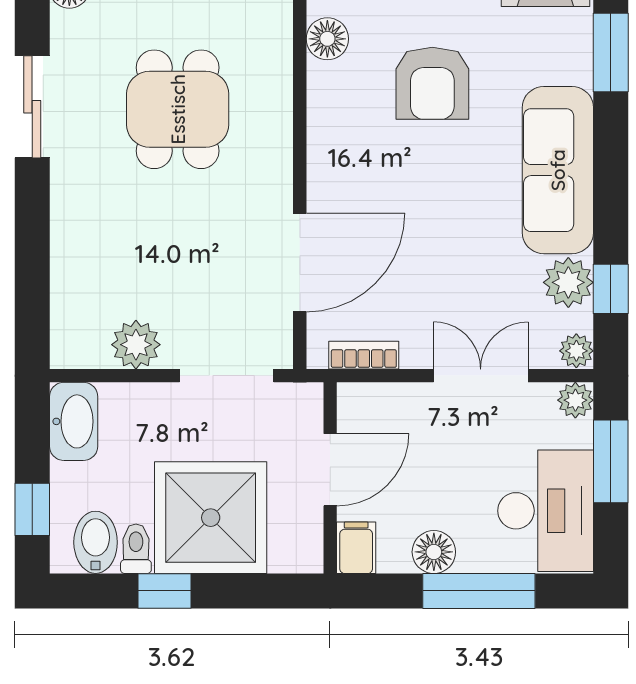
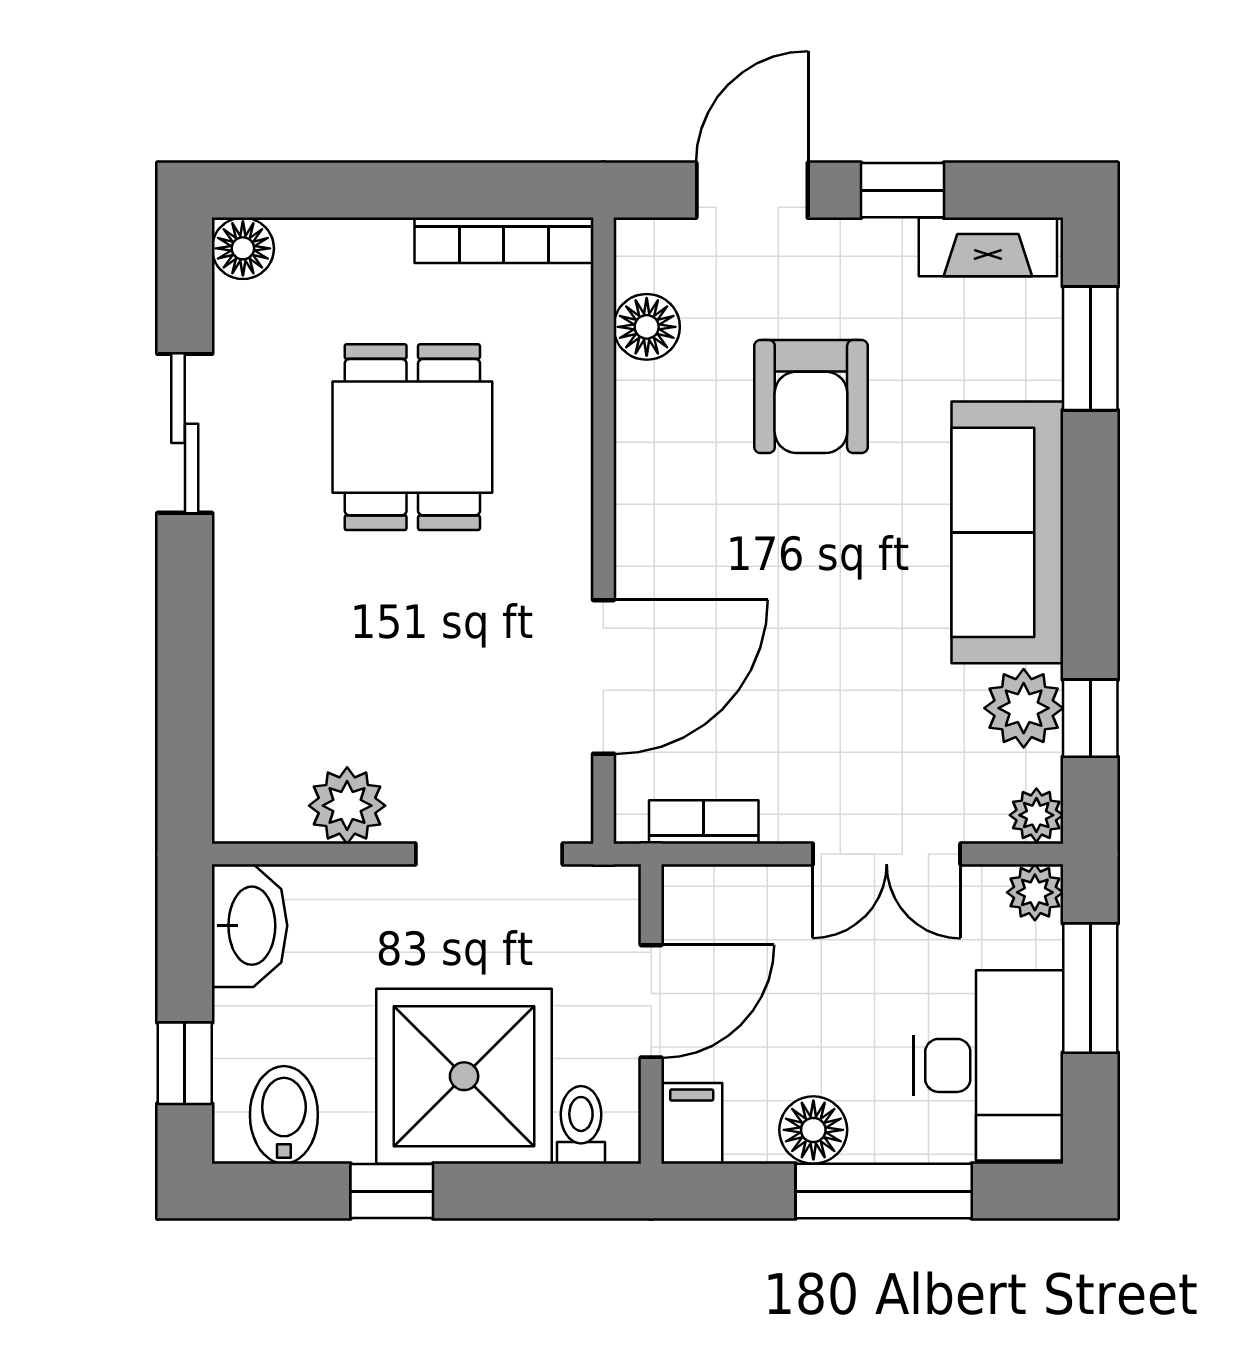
double door: (481, 376) -> (887, 854), swing flipped
toilet: (136, 549) -> (581, 1125), moved

